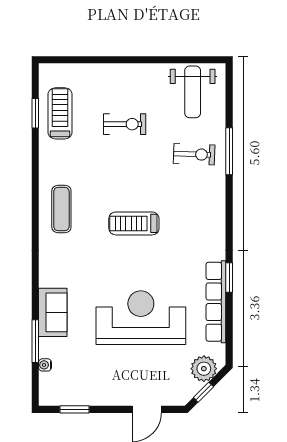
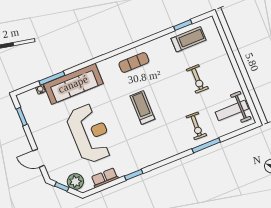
row of seats: (216, 302) -> (105, 178), width x0.50
sofa: (53, 312) -> (73, 84), width x1.85, depth x1.27

